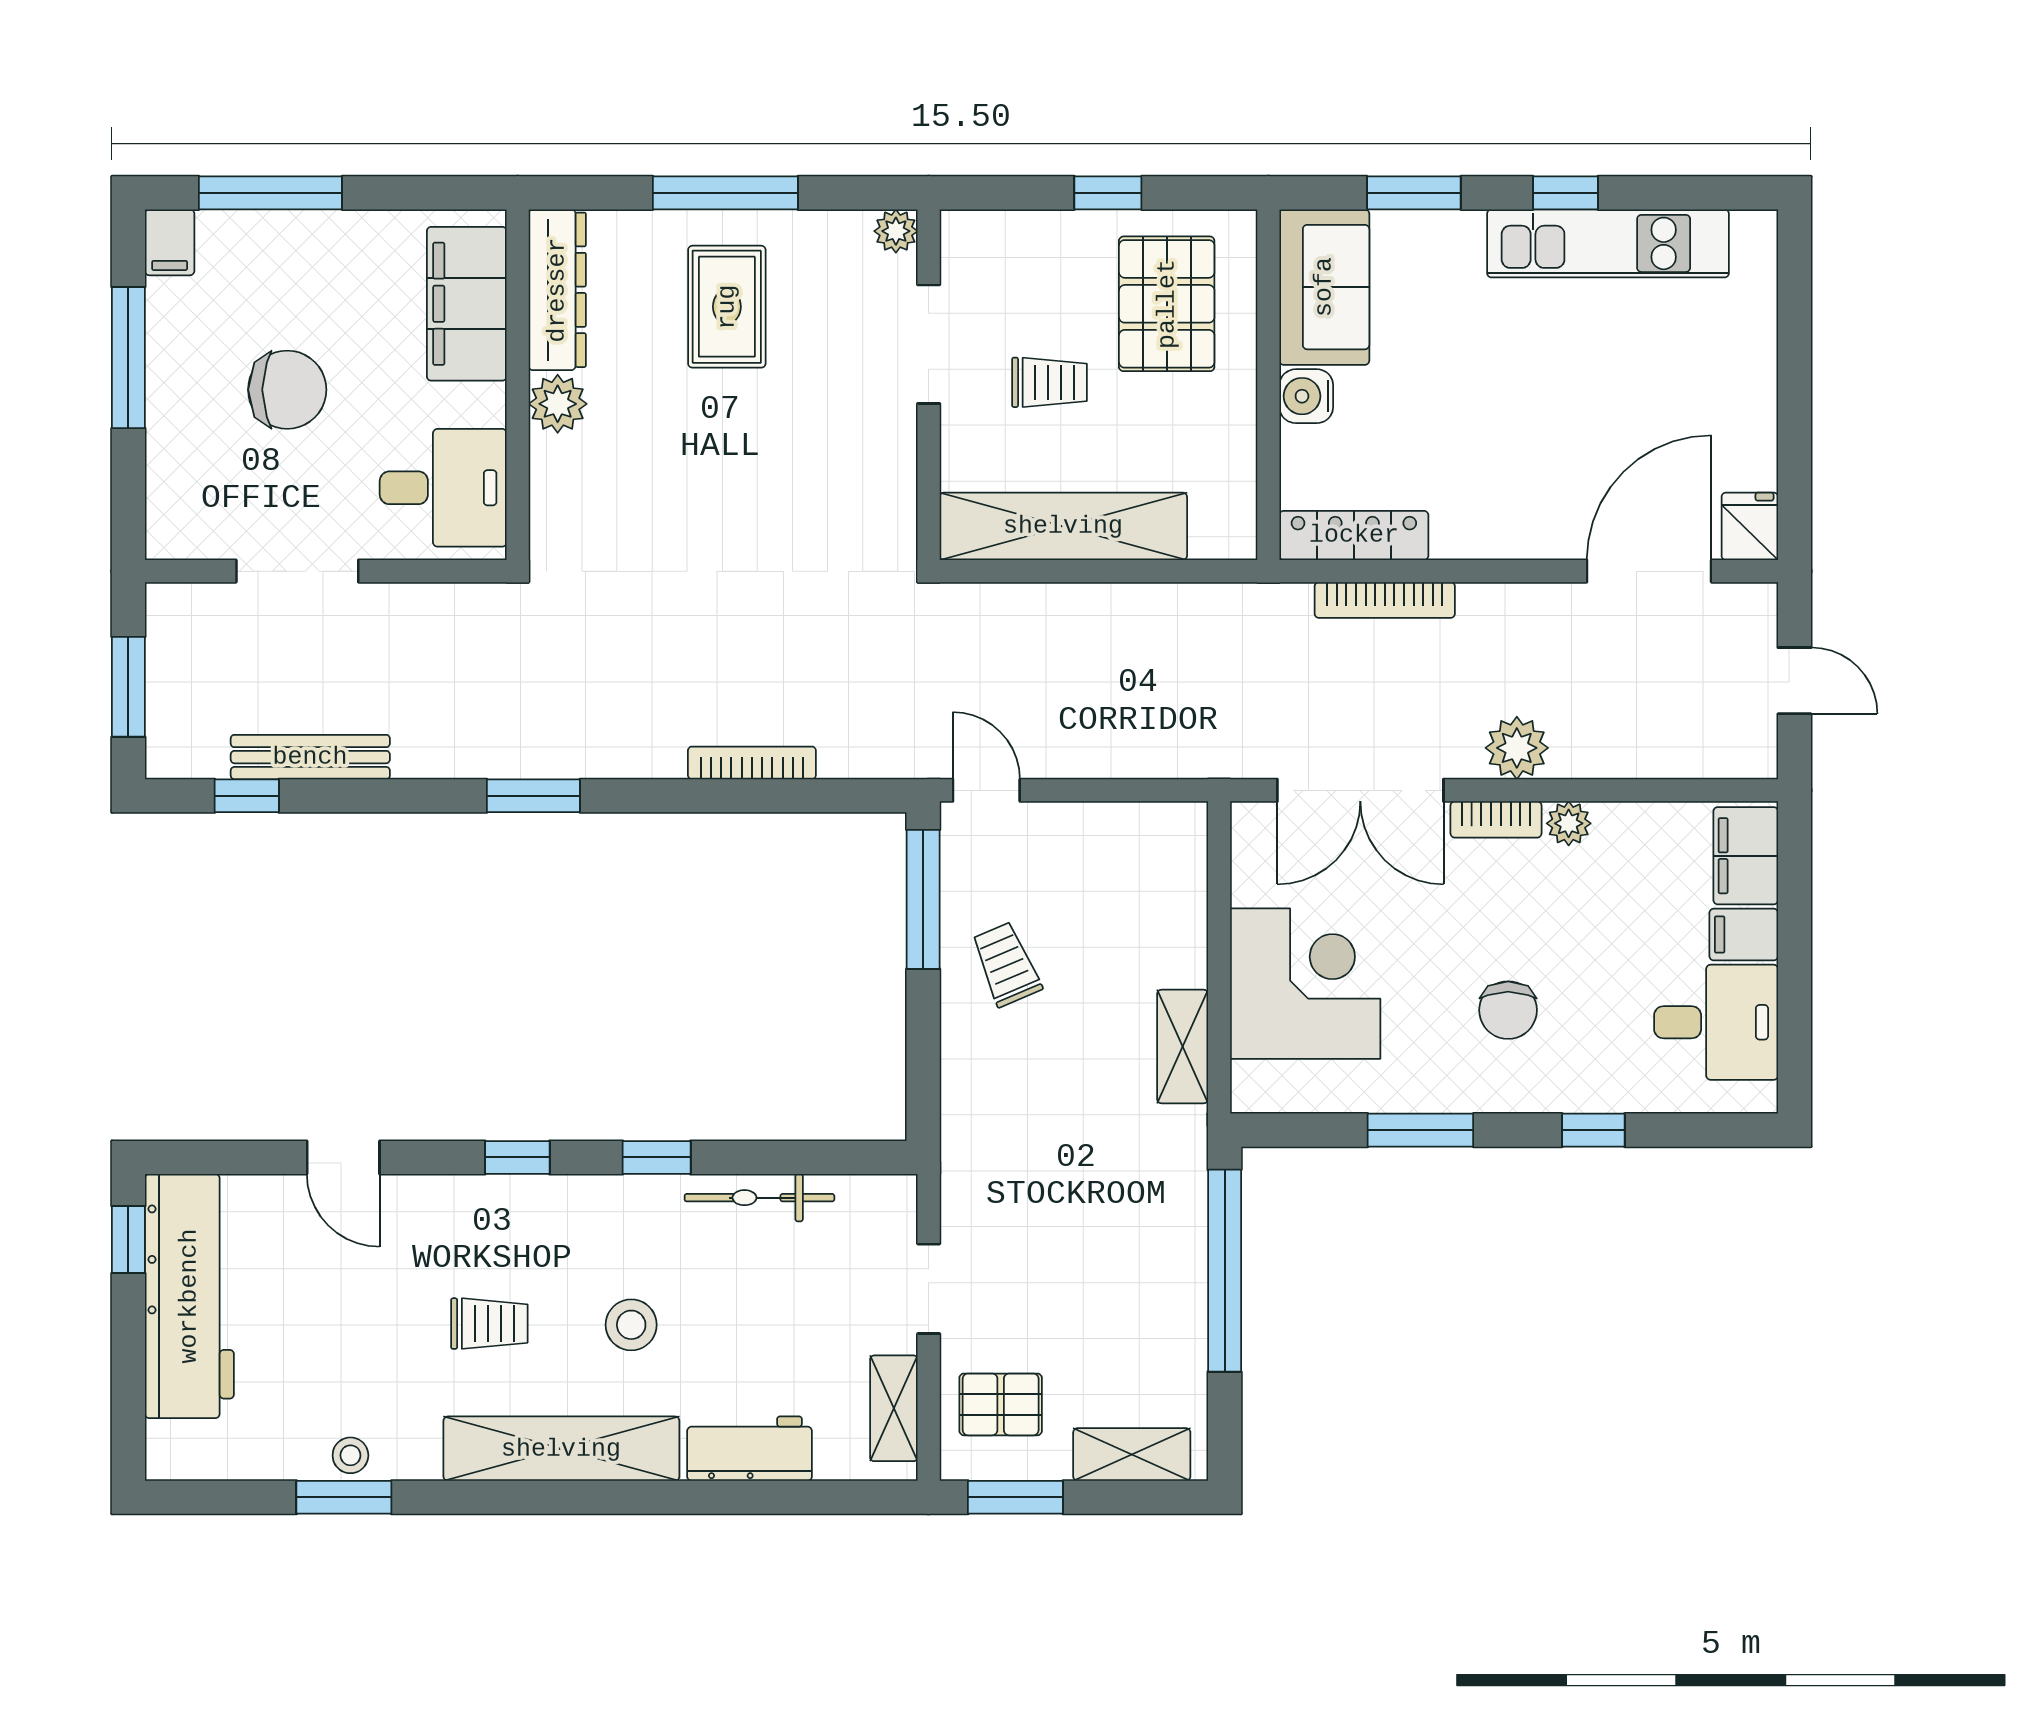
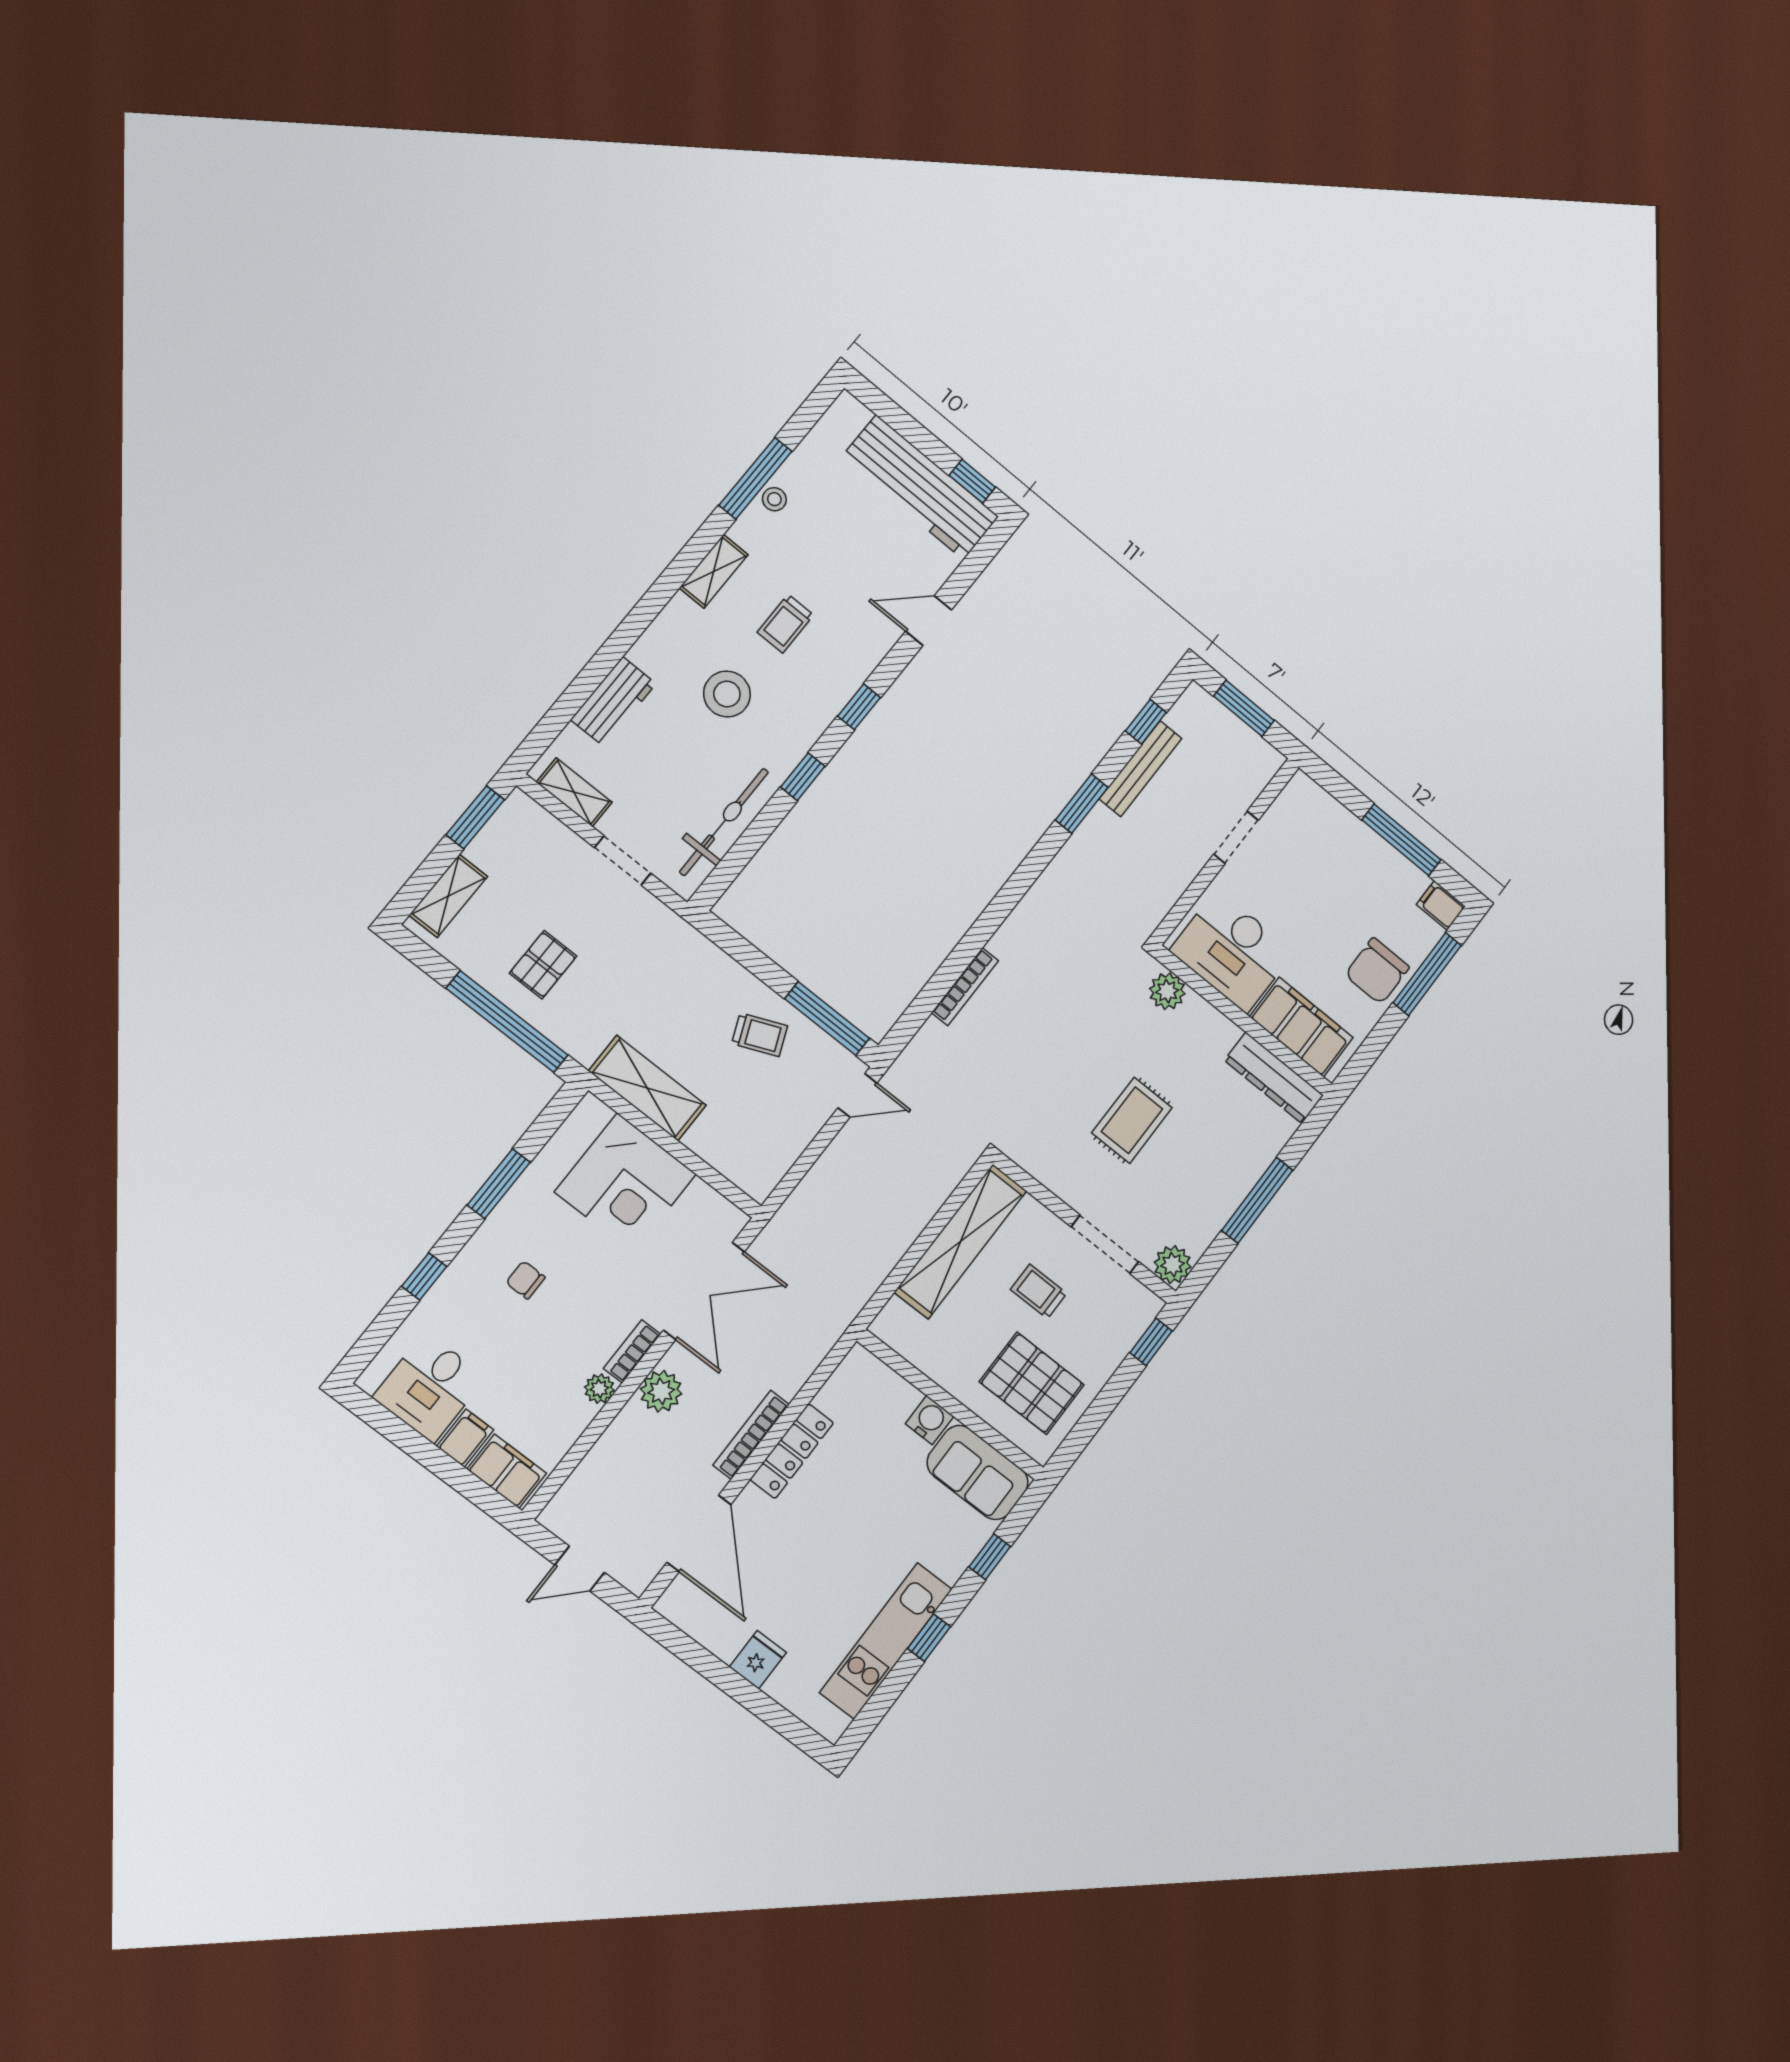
window: (1108, 193) -> (1151, 1342), moved
window: (1414, 193) -> (990, 1557), width x0.67
plant: (896, 231) -> (1173, 1265), width x1.38, depth x1.38
rug: (727, 307) -> (1132, 1120), moved, turned 90
trolley: (1049, 382) -> (1039, 1291), turned 90
chair: (287, 390) -> (1377, 971), moved
plant: (558, 404) -> (1167, 991), moved
desk: (443, 488) -> (1232, 951), width x1.37
fridge: (1750, 526) -> (758, 1660), moved, turned -90
locker: (1354, 535) -> (792, 1451), moved
doorway: (297, 571) -> (1236, 837), width x0.73
bookcase: (1385, 600) -> (751, 1435), moved
double door: (1360, 790) -> (704, 1291), swing flipped
window: (533, 796) -> (1082, 804), moved
chair: (1508, 1010) -> (526, 1280), width x0.73, depth x0.73
shelving: (1183, 1046) -> (647, 1088), width x1.50, depth x1.33
bicycle: (759, 1198) -> (724, 822), width x1.37, depth x1.40
stool: (631, 1325) -> (727, 694), width x1.38, depth x1.38
pallet: (1001, 1404) -> (543, 965), moved
shelving: (561, 1449) -> (714, 571), width x0.45, depth x0.75
window: (344, 1497) -> (755, 478), width x1.44

